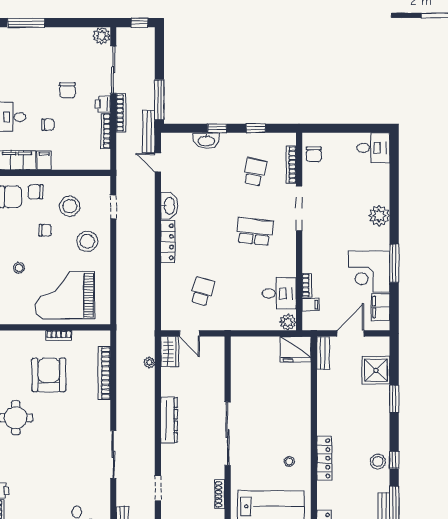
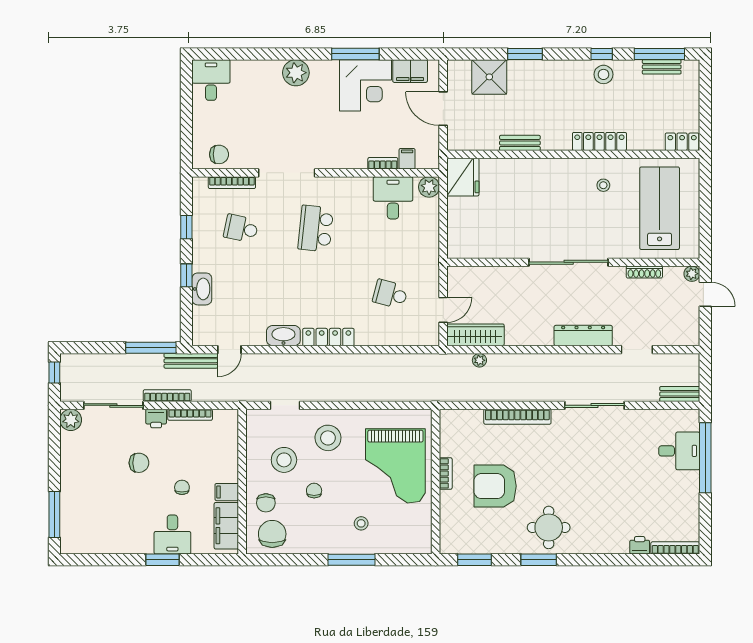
wardrobe: (170, 352) -> (475, 335), width x1.50
bench: (323, 353) -> (520, 143), moved
bookcase: (104, 373) -> (517, 417), moved
dresser: (169, 420) -> (583, 336), moved

